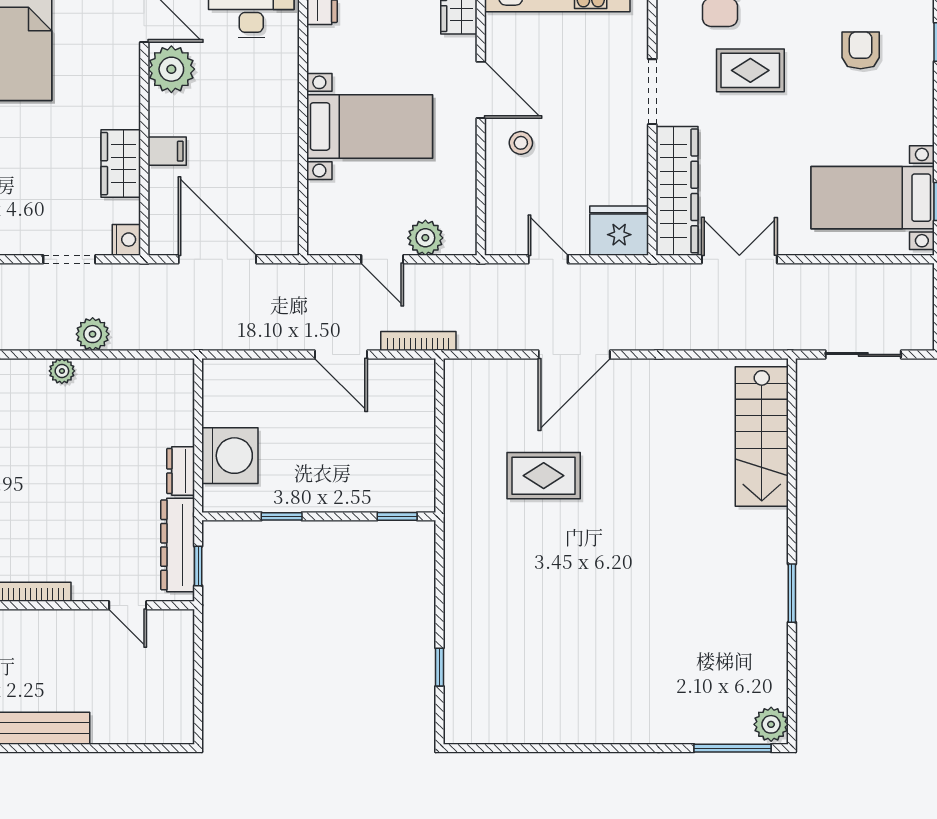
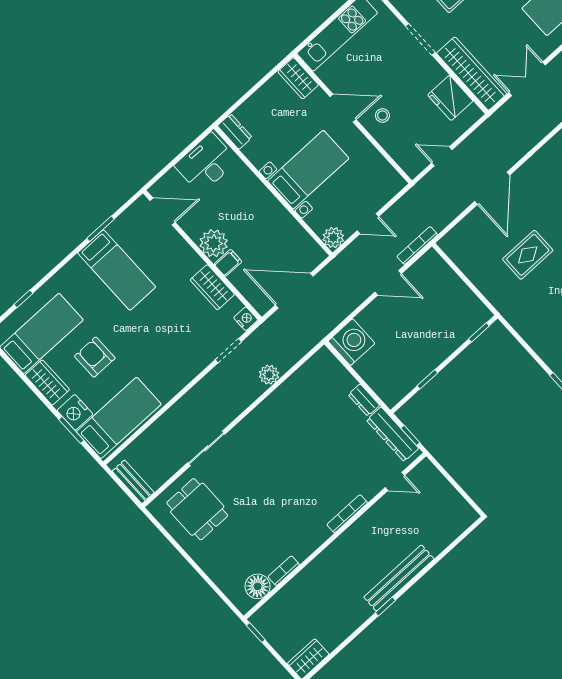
plant: (171, 69) -> (214, 243), moved
fridge: (619, 231) -> (450, 98), moved, turned -90
plant: (425, 238) -> (333, 238), moved
plant: (62, 371) -> (270, 404), removed
washing machine: (230, 456) -> (351, 342), moved

